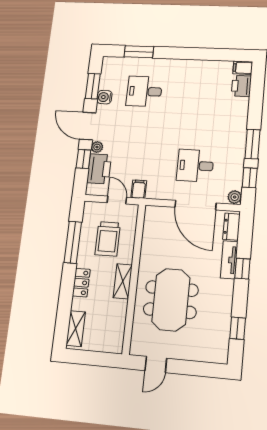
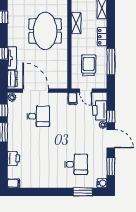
printer: (241, 86) -> (14, 159), moved
water cooler: (104, 97) -> (102, 183), moved
shelving: (123, 281) -> (76, 23), moved

